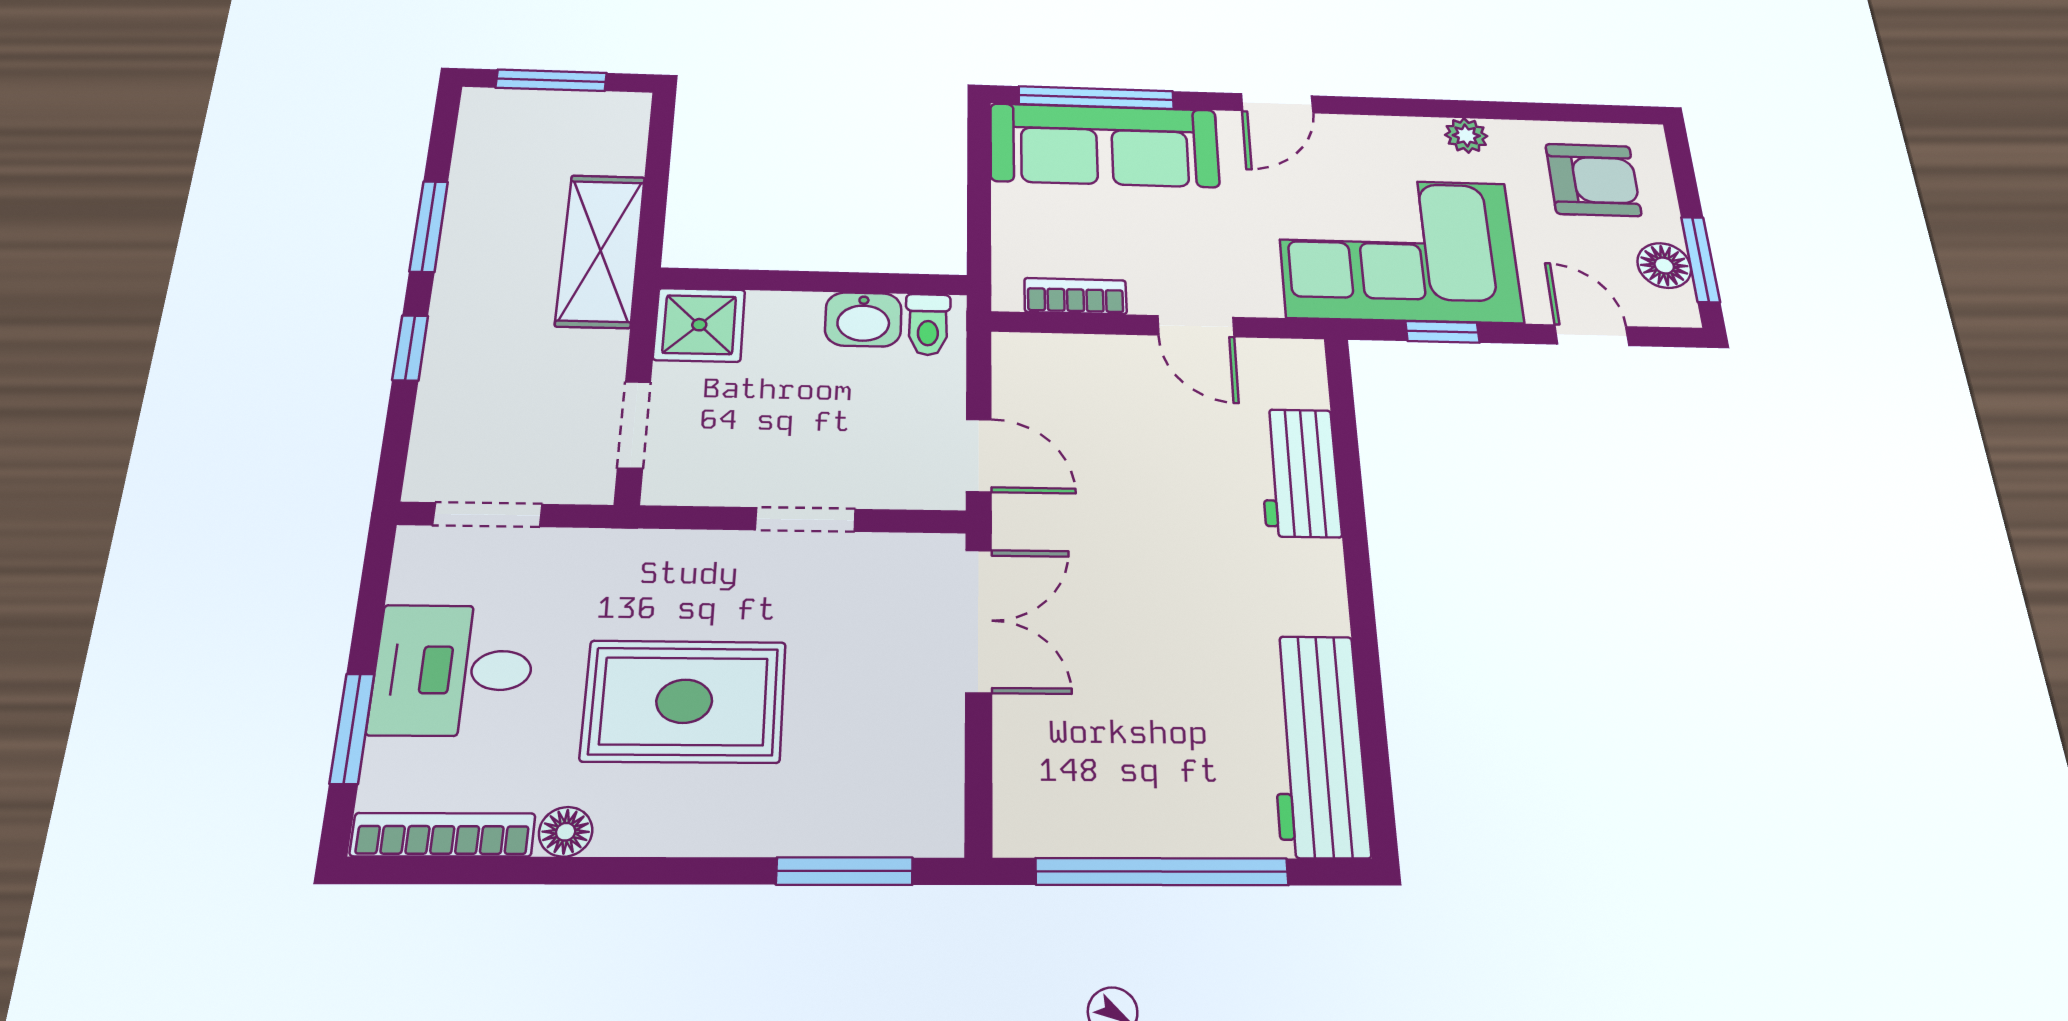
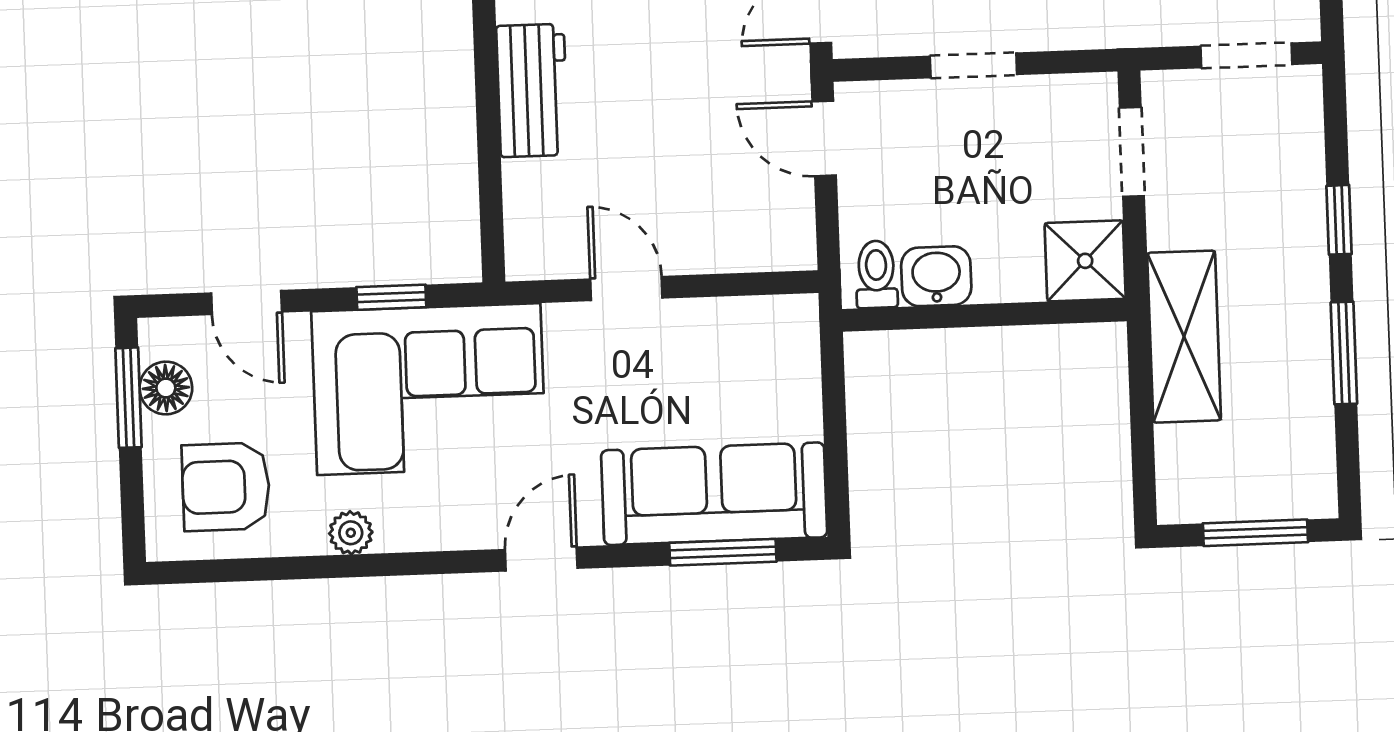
window: (1096, 98) -> (723, 552), width x0.69
bookcase: (1075, 296) -> (740, 315), removed
workbench: (1299, 473) -> (532, 90), moved

